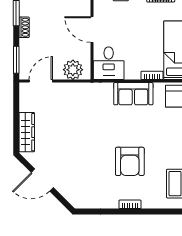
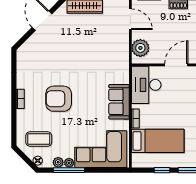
desk: (109, 63) -> (146, 85), width x1.37

